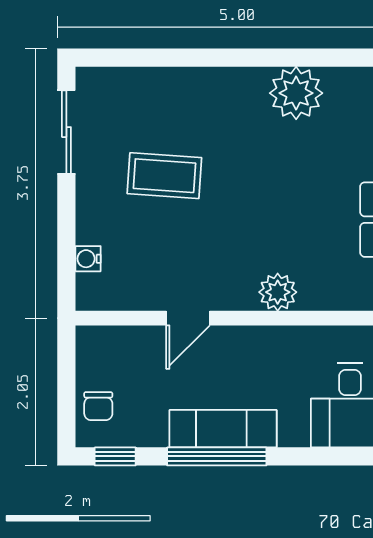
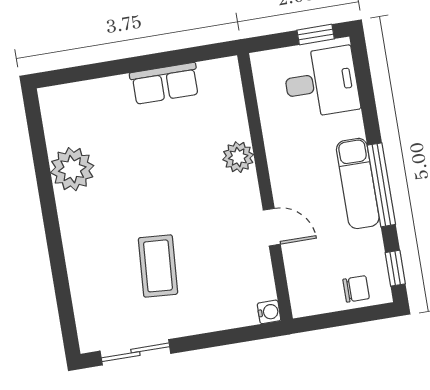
water cooler: (88, 259) -> (269, 312), moved, turned -90

